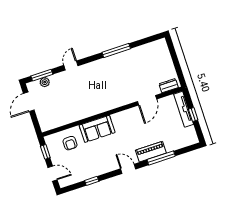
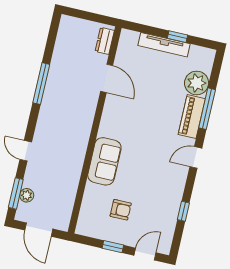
dresser: (169, 86) -> (105, 41), moved
door: (147, 100) -> (107, 78), moved
wall: (112, 112) -> (95, 130), moved
sofa: (97, 129) -> (104, 161), moved
plant: (173, 142) -> (197, 83), added

